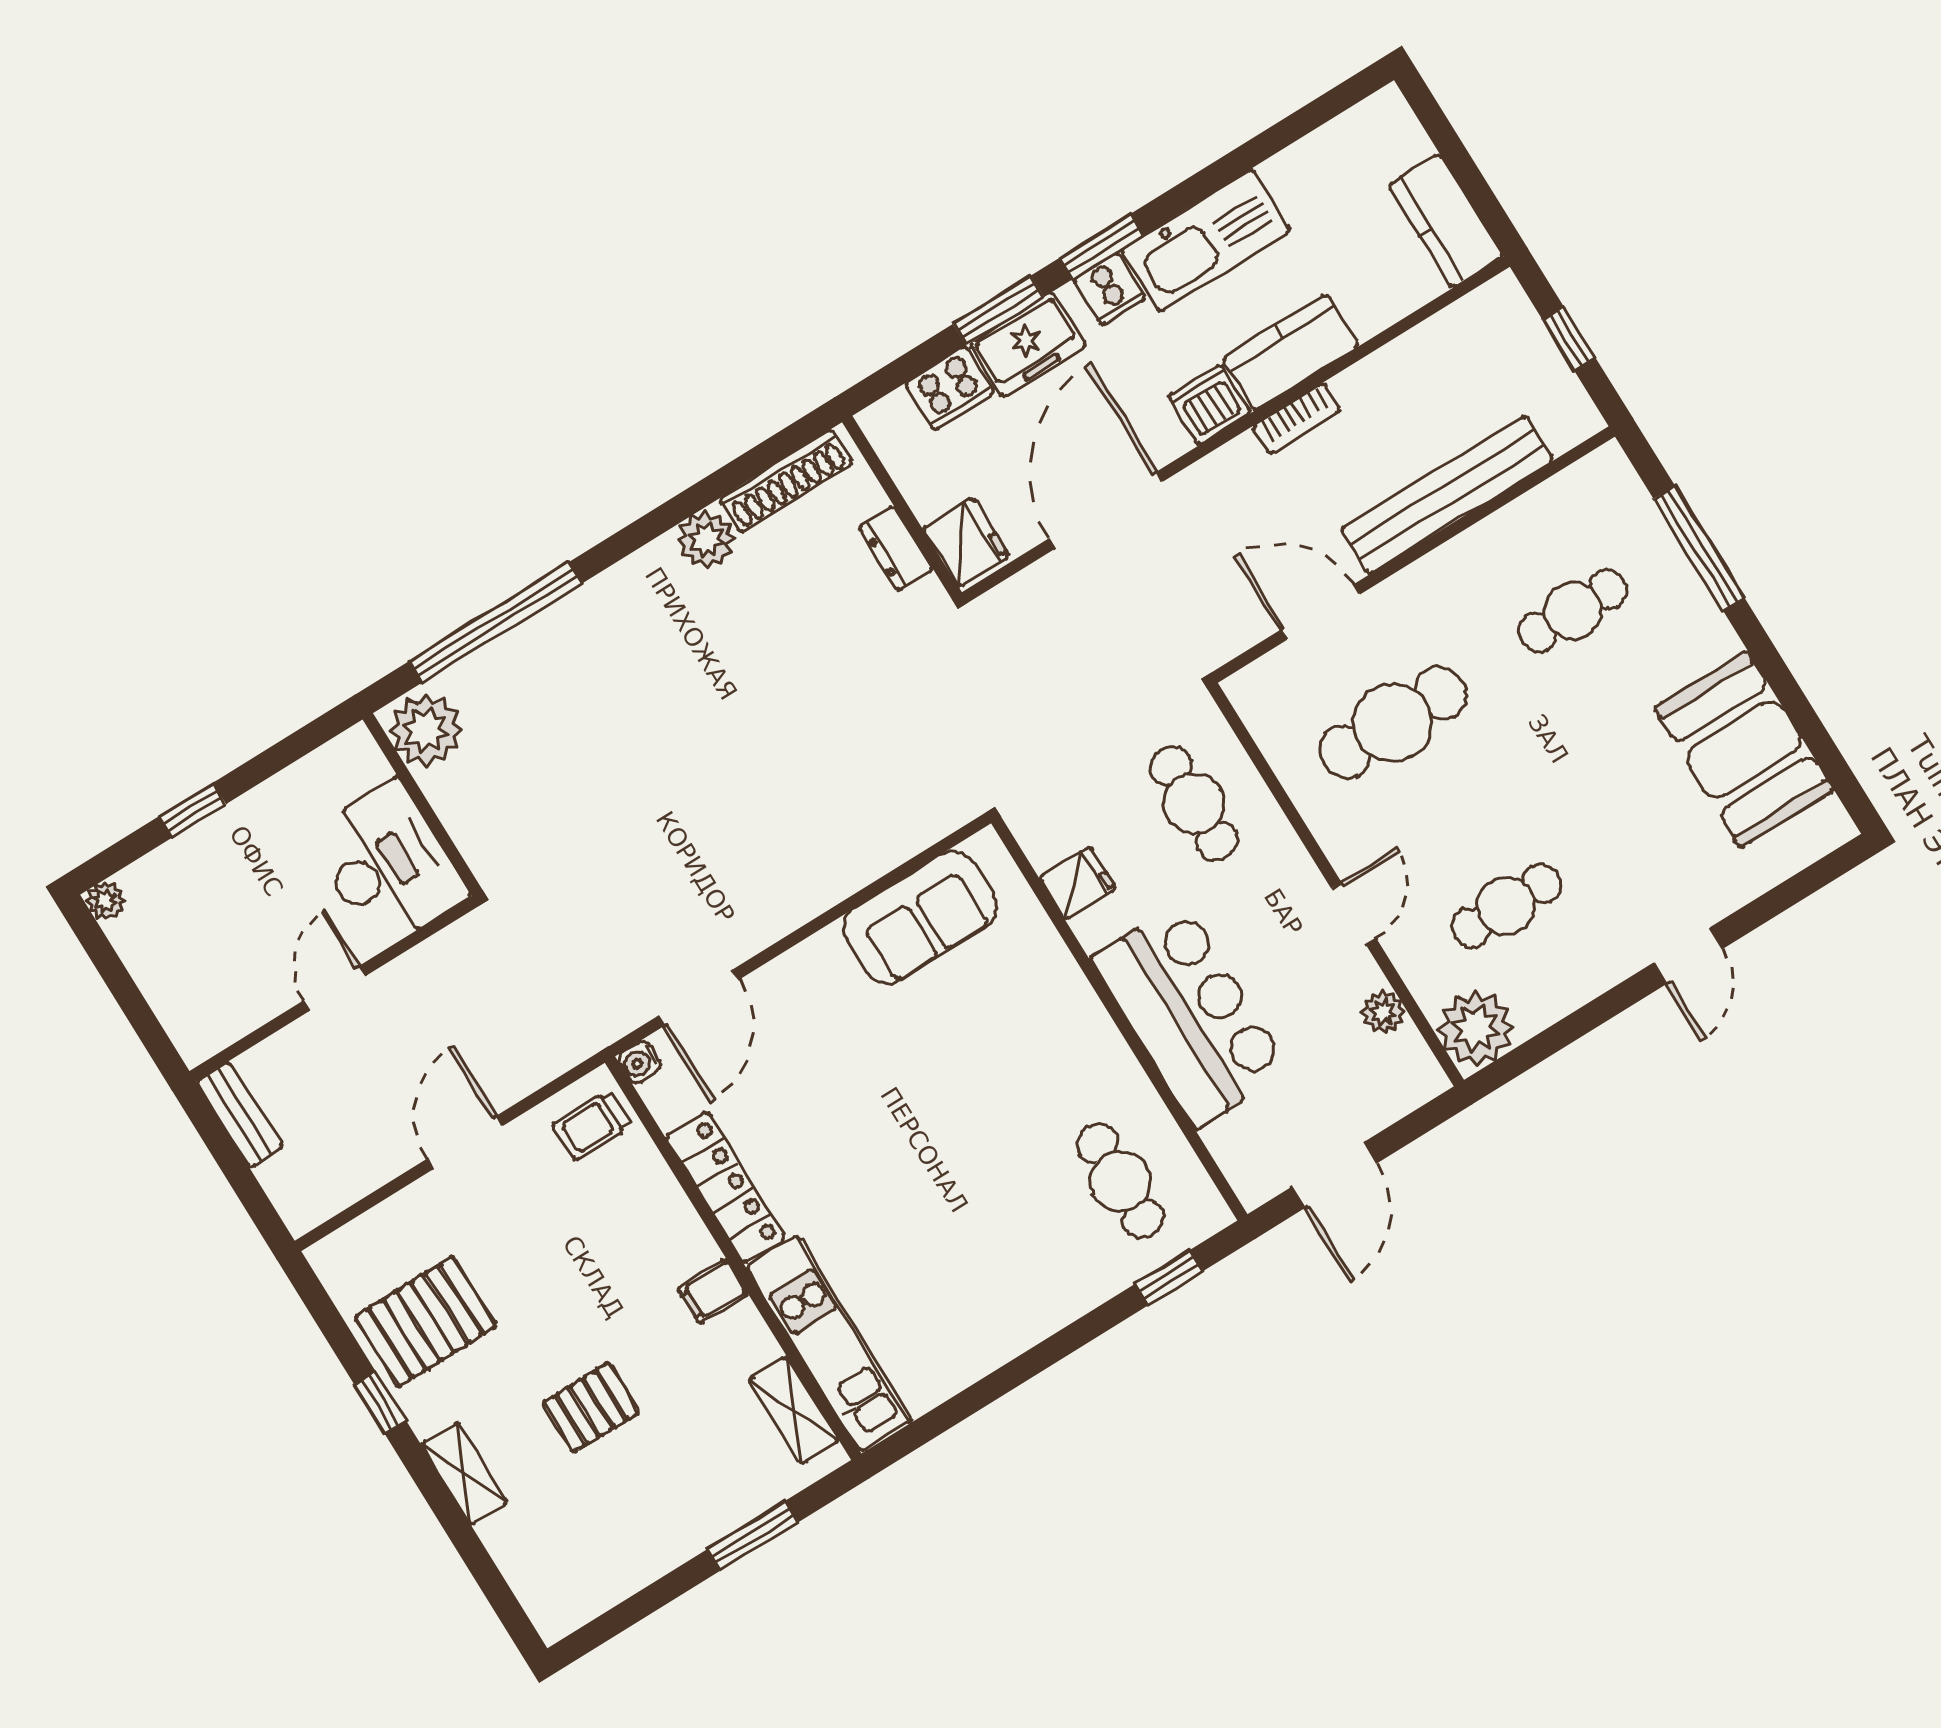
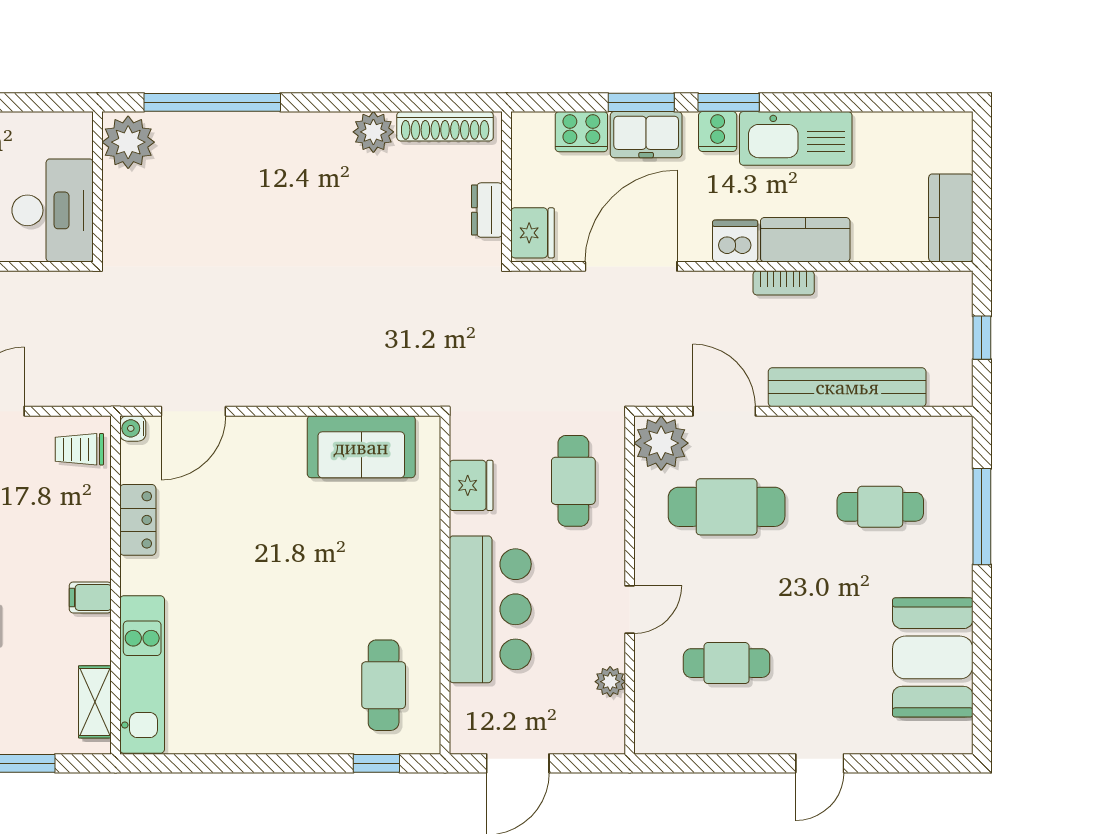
fridge: (1078, 883) -> (471, 485), width x1.38
plant: (1476, 1028) -> (661, 443), moved
locker: (726, 1188) -> (138, 520), width x0.66

